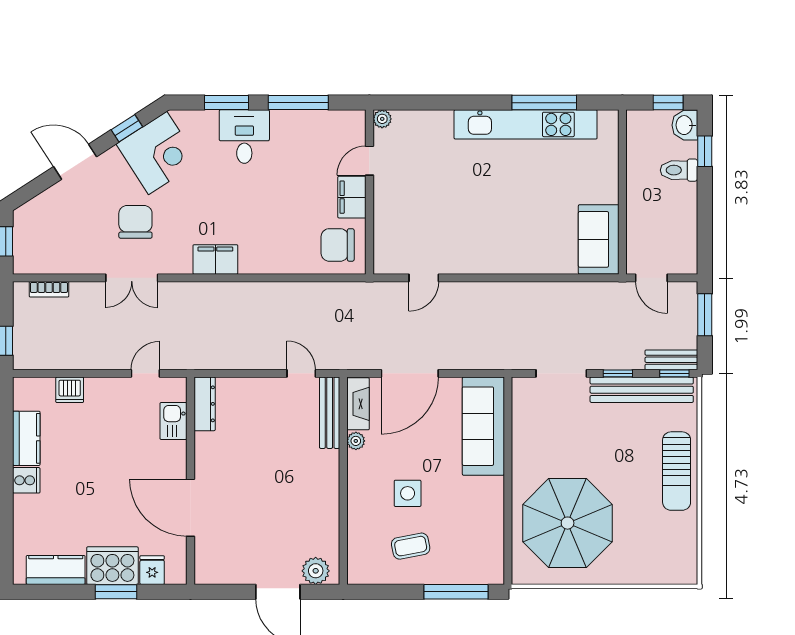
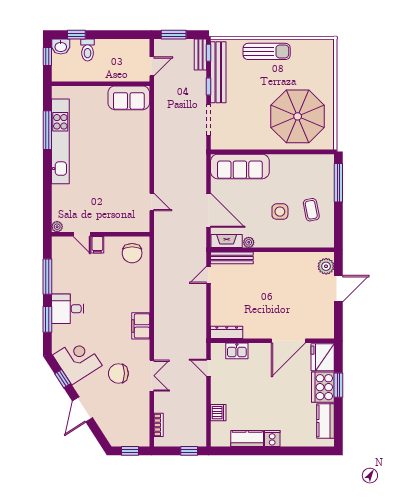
filing cabinet: (352, 197) -> (97, 245), width x0.50
fridge: (152, 570) -> (323, 357), width x1.88, depth x1.34

